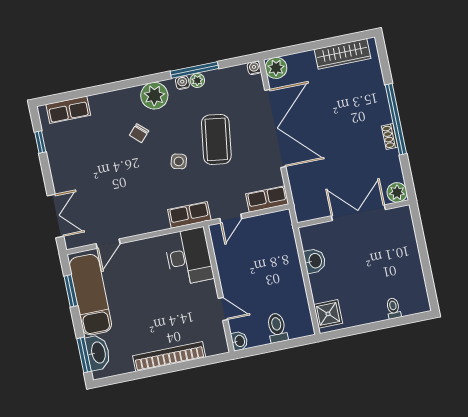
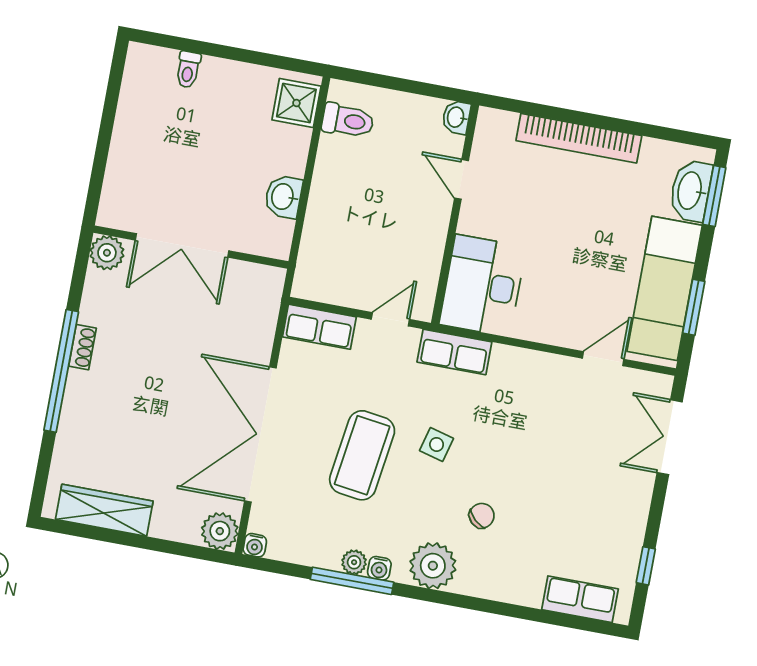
toilet: (277, 328) -> (348, 121), moved, turned -90

